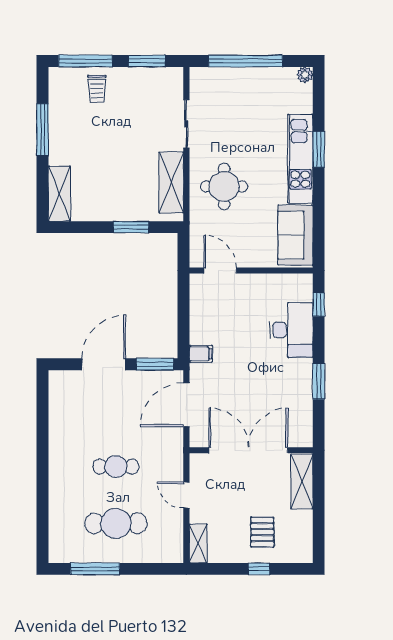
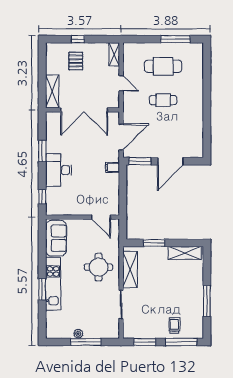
window: (246, 61) -> (86, 342), width x0.68
plant: (305, 75) -> (78, 334), moved
shelving: (59, 194) -> (185, 253), moved, turned 90
desk: (291, 330) -> (59, 170), moved

